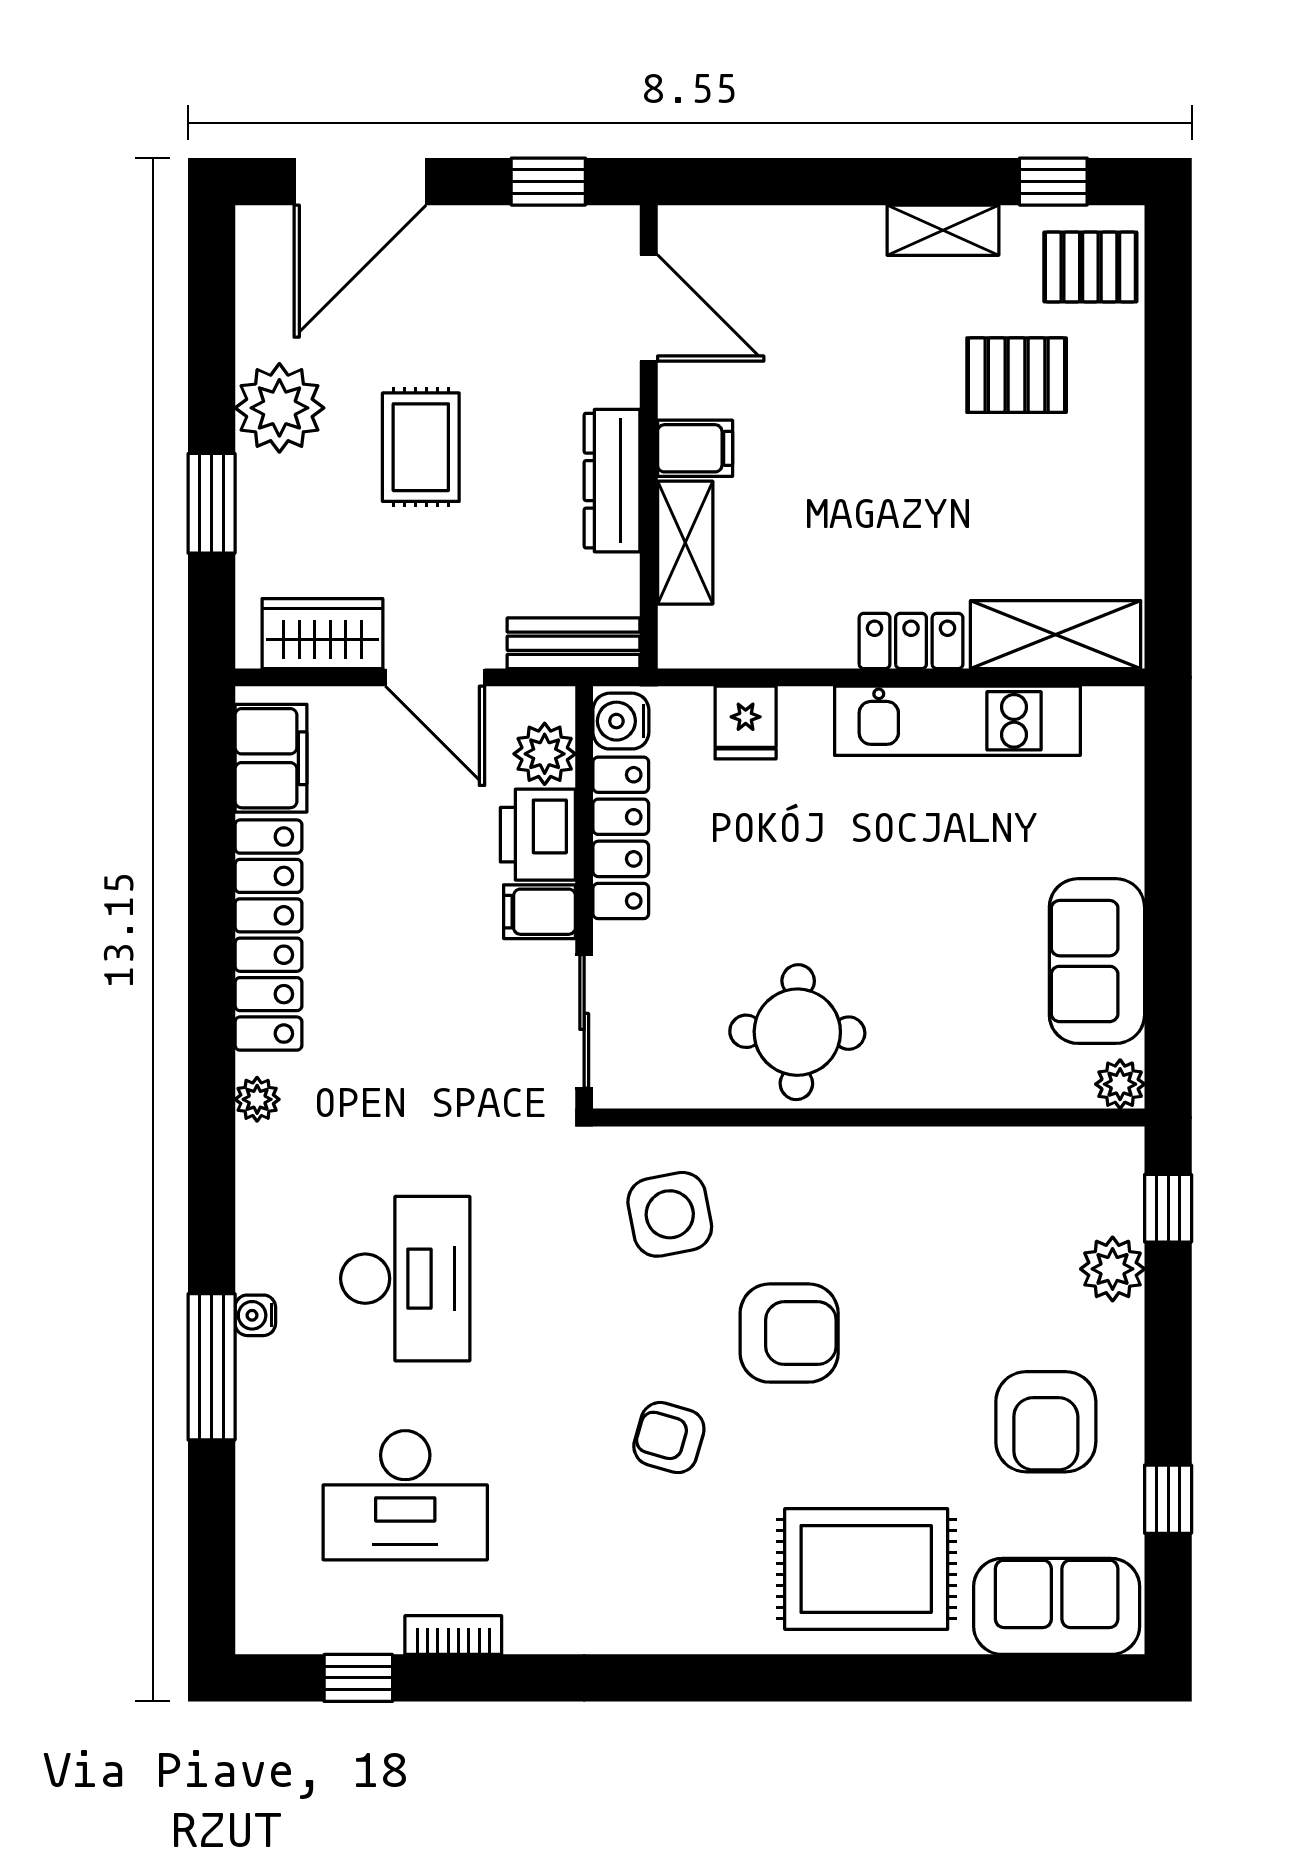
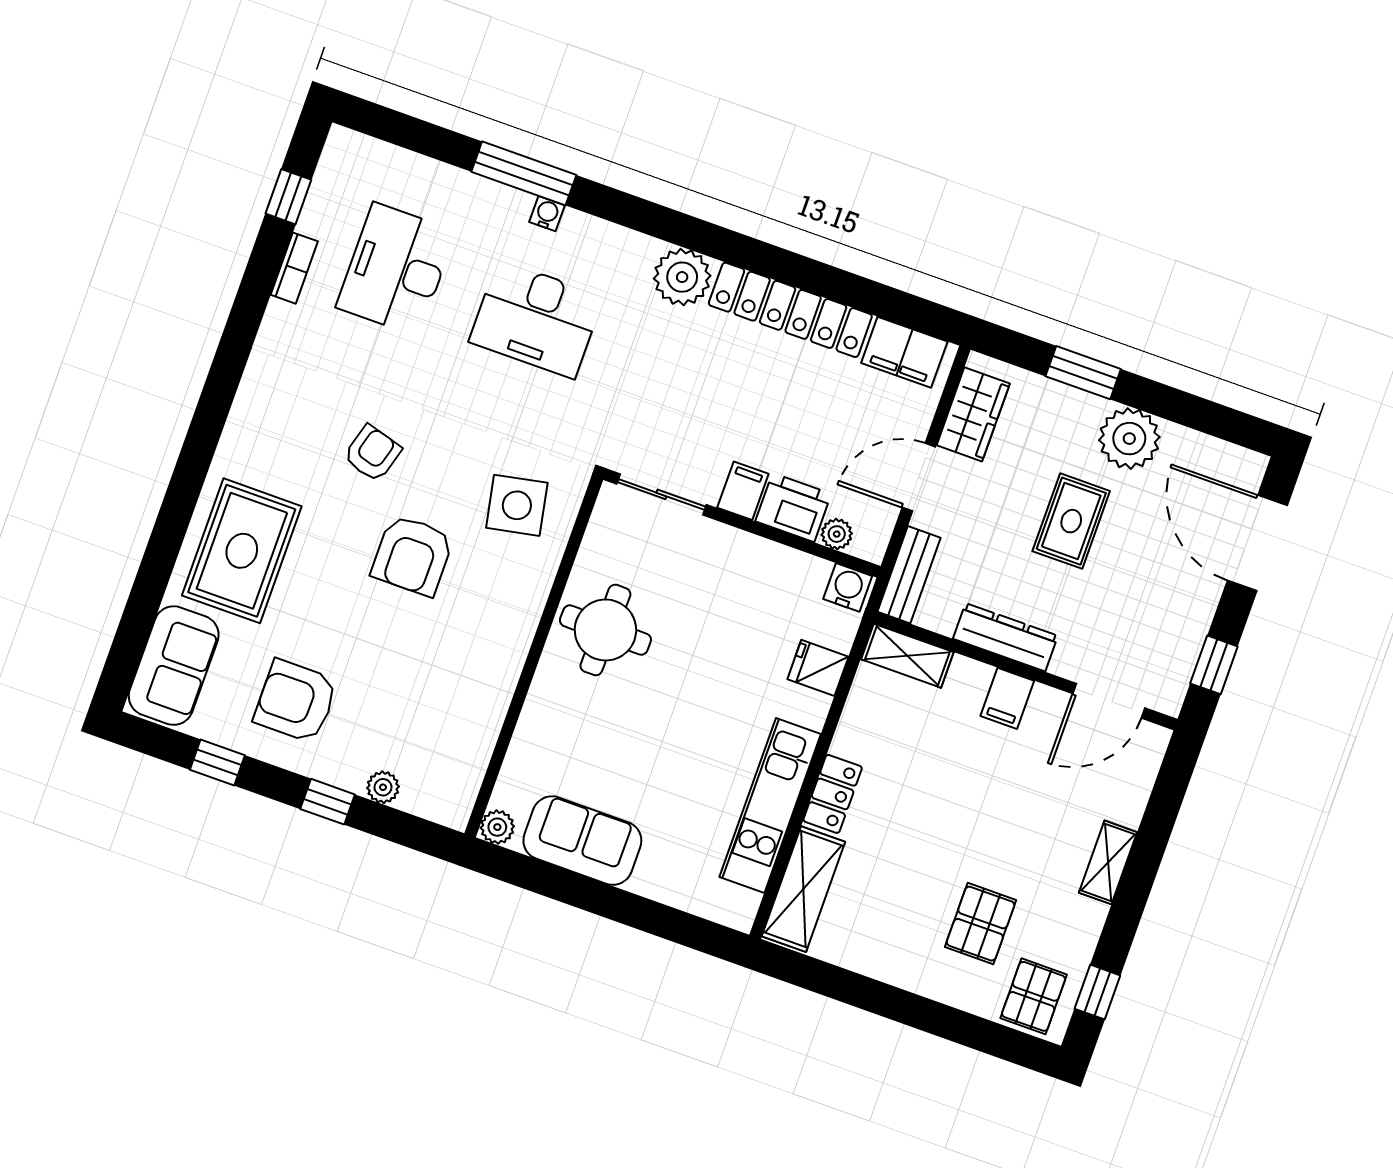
shelving: (943, 230) -> (1108, 862), moved
rug: (421, 447) -> (1071, 521), turned 90
shelving: (685, 543) -> (907, 656), moved
plant: (545, 754) -> (837, 534), width x0.73, depth x0.73
locker: (621, 838) -> (772, 561), removed
plant: (257, 1099) -> (682, 277), width x1.88, depth x1.88
window: (1168, 1208) -> (328, 802), moved
plant: (1113, 1269) -> (383, 787), width x0.73, depth x0.73

